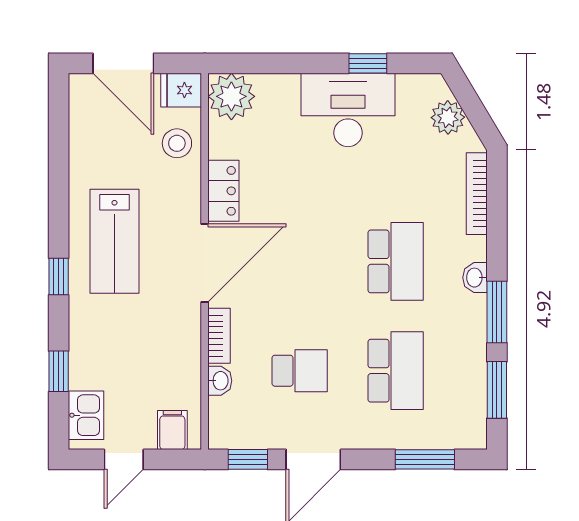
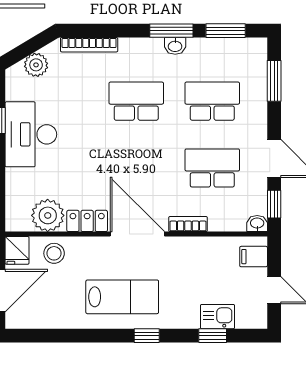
plant: (231, 96) -> (48, 215), moved
washbasin: (475, 278) -> (175, 46), moved
school desk: (300, 371) -> (212, 168), width x1.85
washbasin: (220, 381) -> (257, 224), moved
kitchen sink: (86, 415) -> (217, 317), moved

